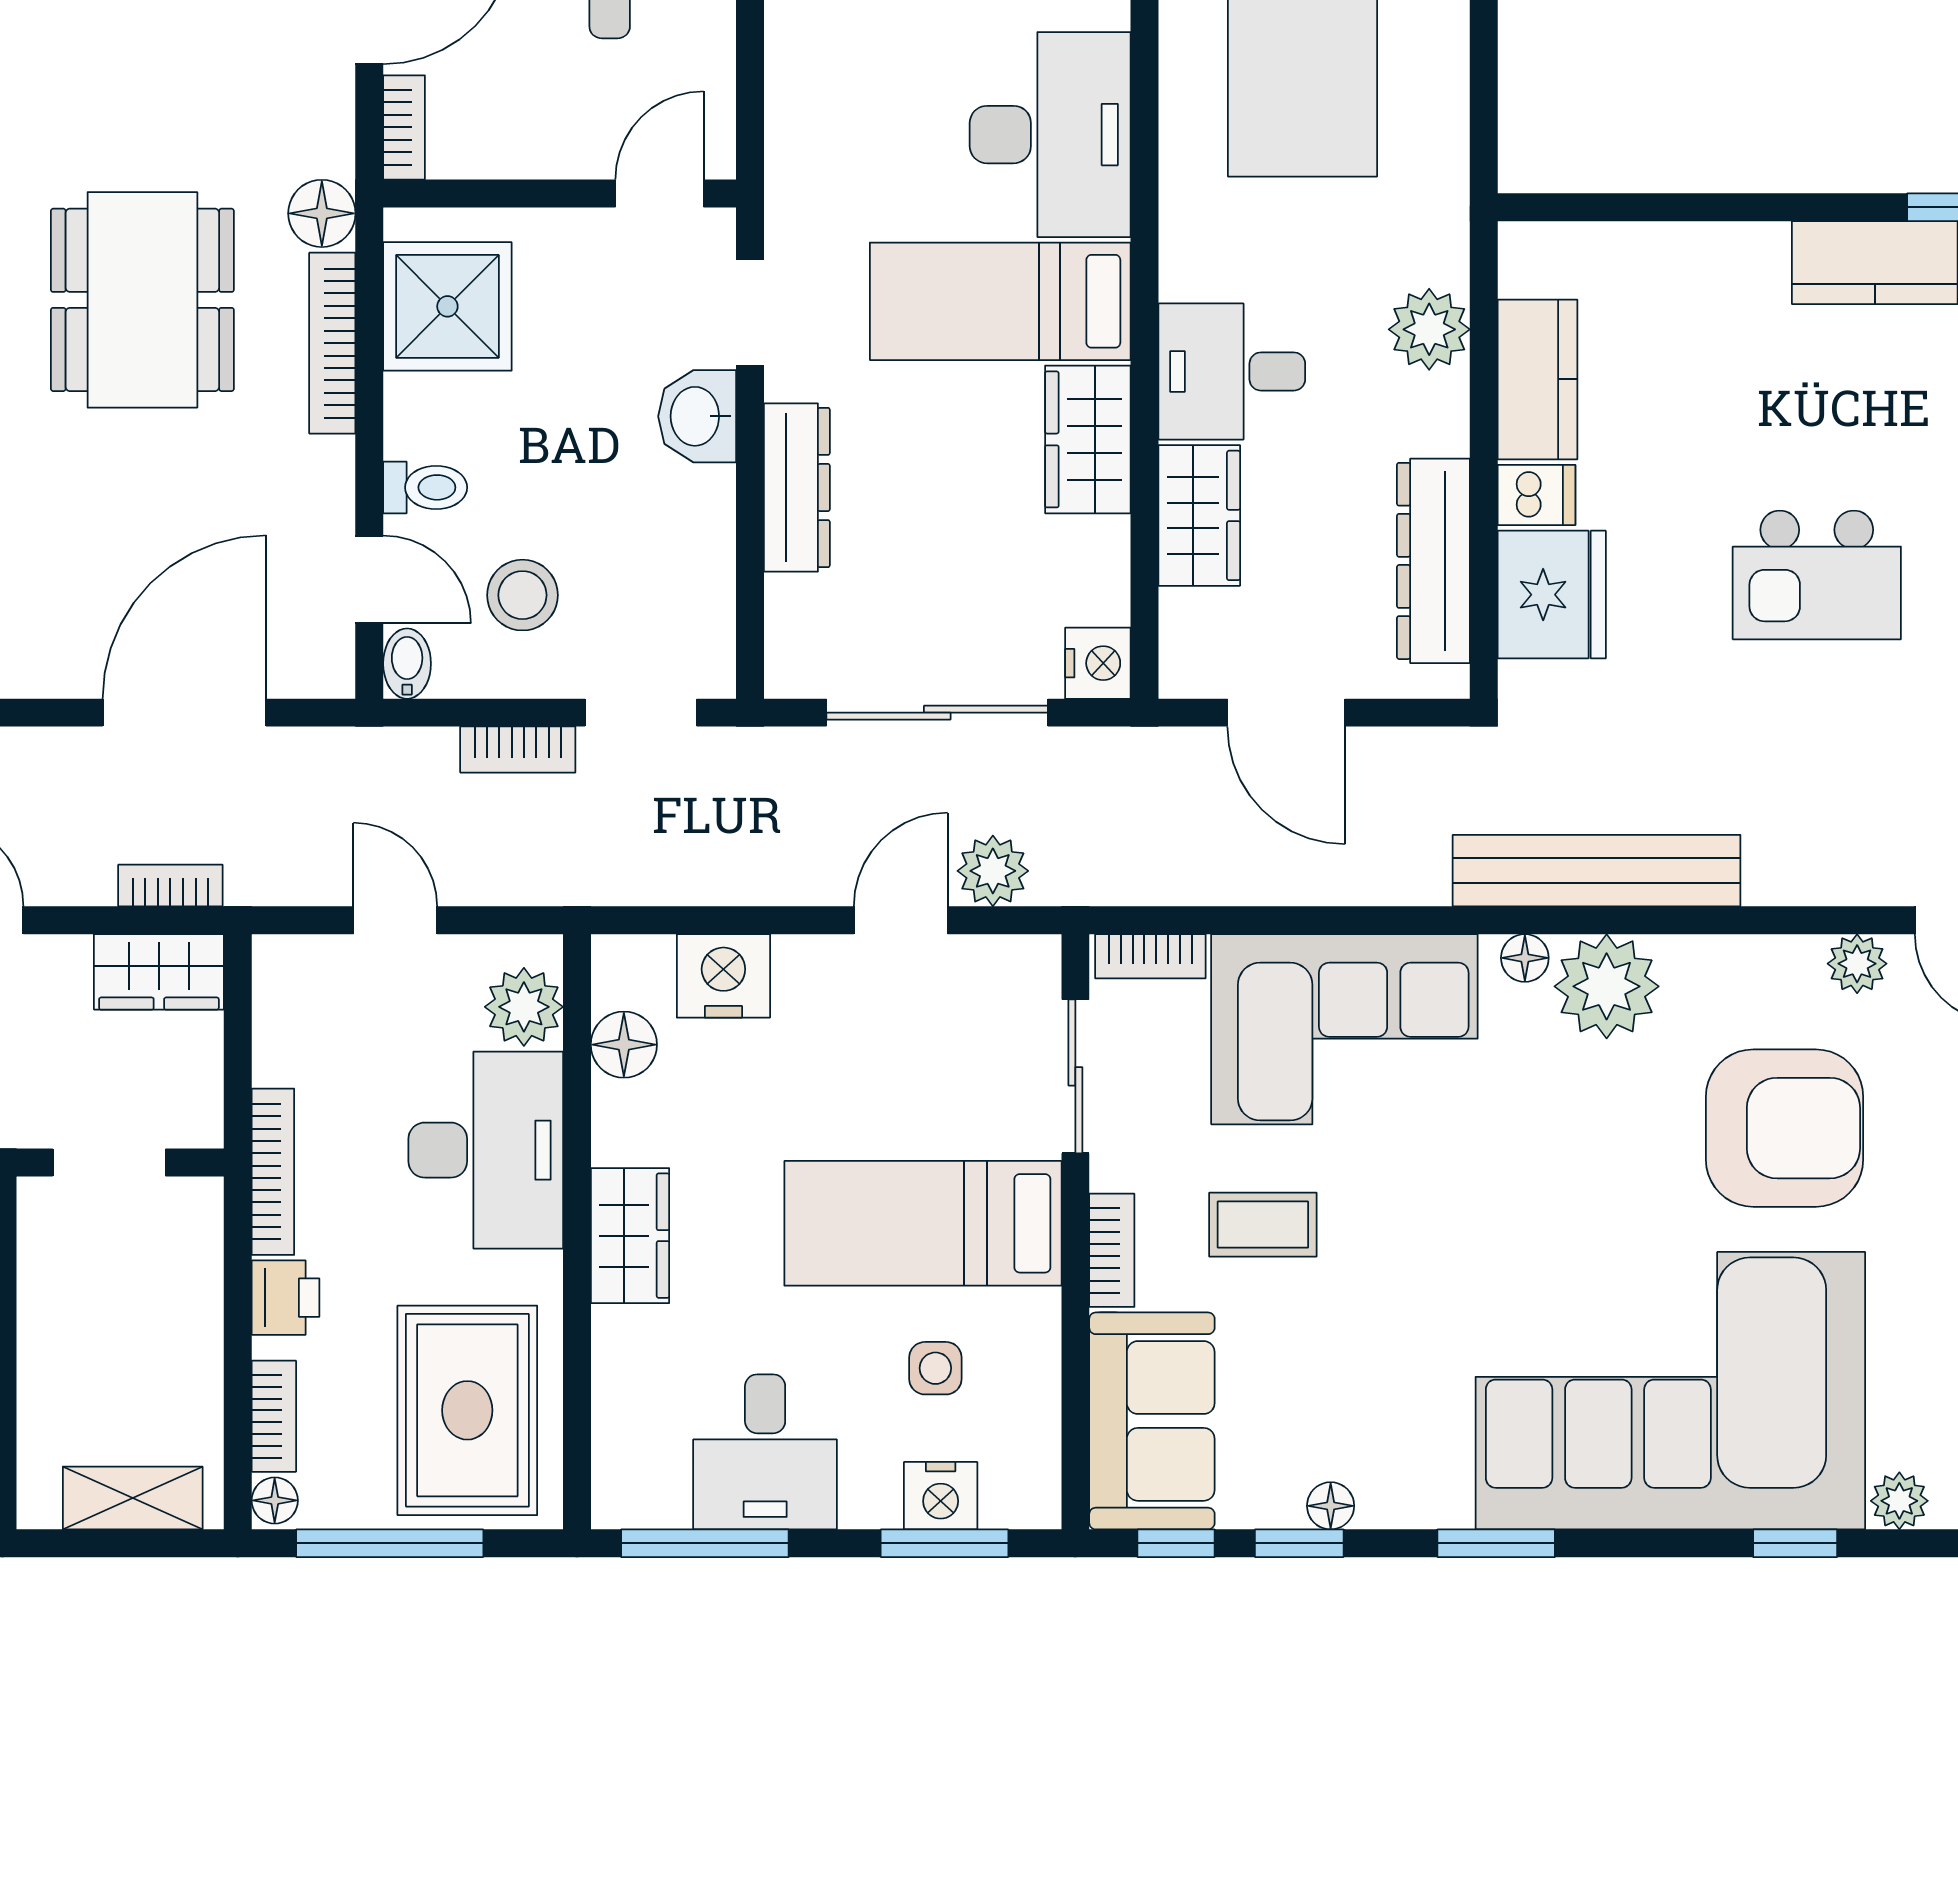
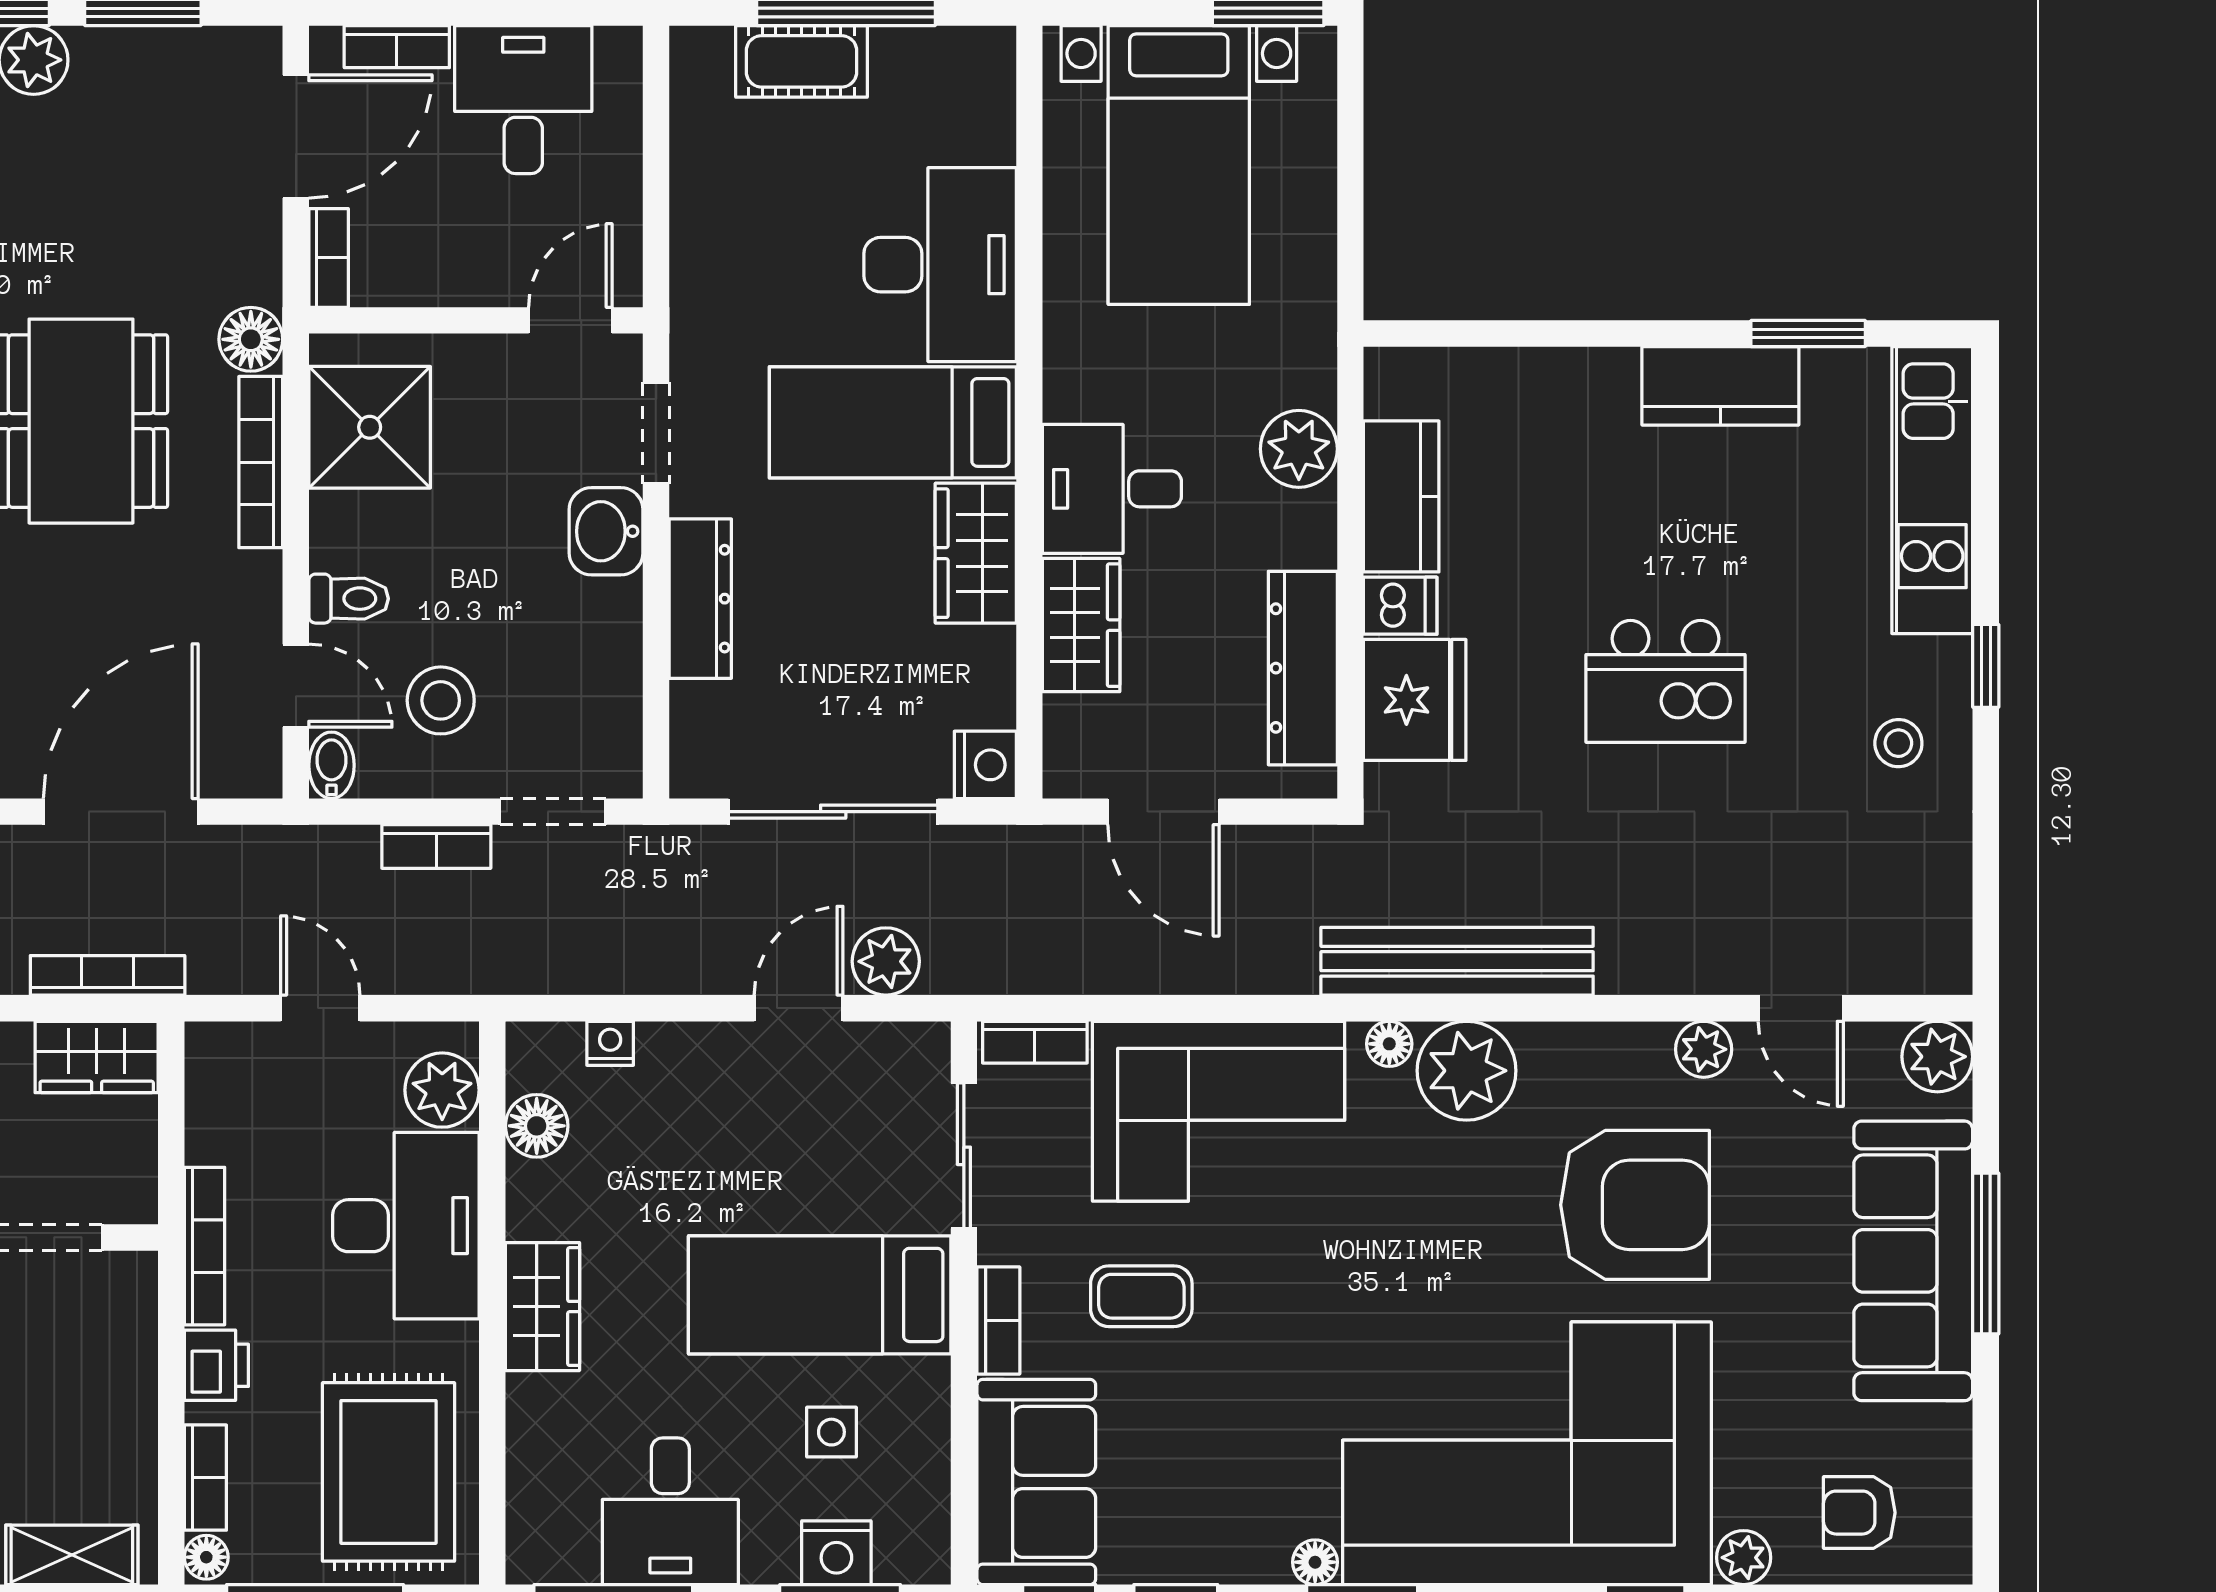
bookcase: (170, 886) -> (108, 975), width x1.56
nightstand: (723, 976) -> (610, 1043), width x0.53, depth x0.56
floor lamp: (1331, 1506) -> (1315, 1562), moved

